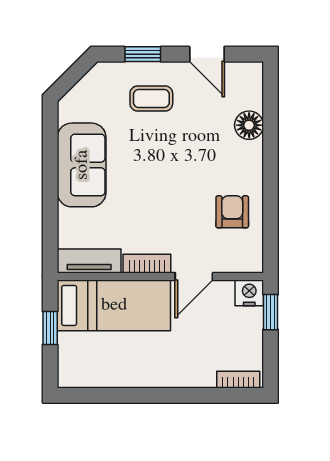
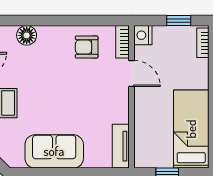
bookcase: (147, 264) -> (123, 42), moved
bed: (114, 305) -> (191, 129), moved
window: (270, 312) -> (179, 20), moved

